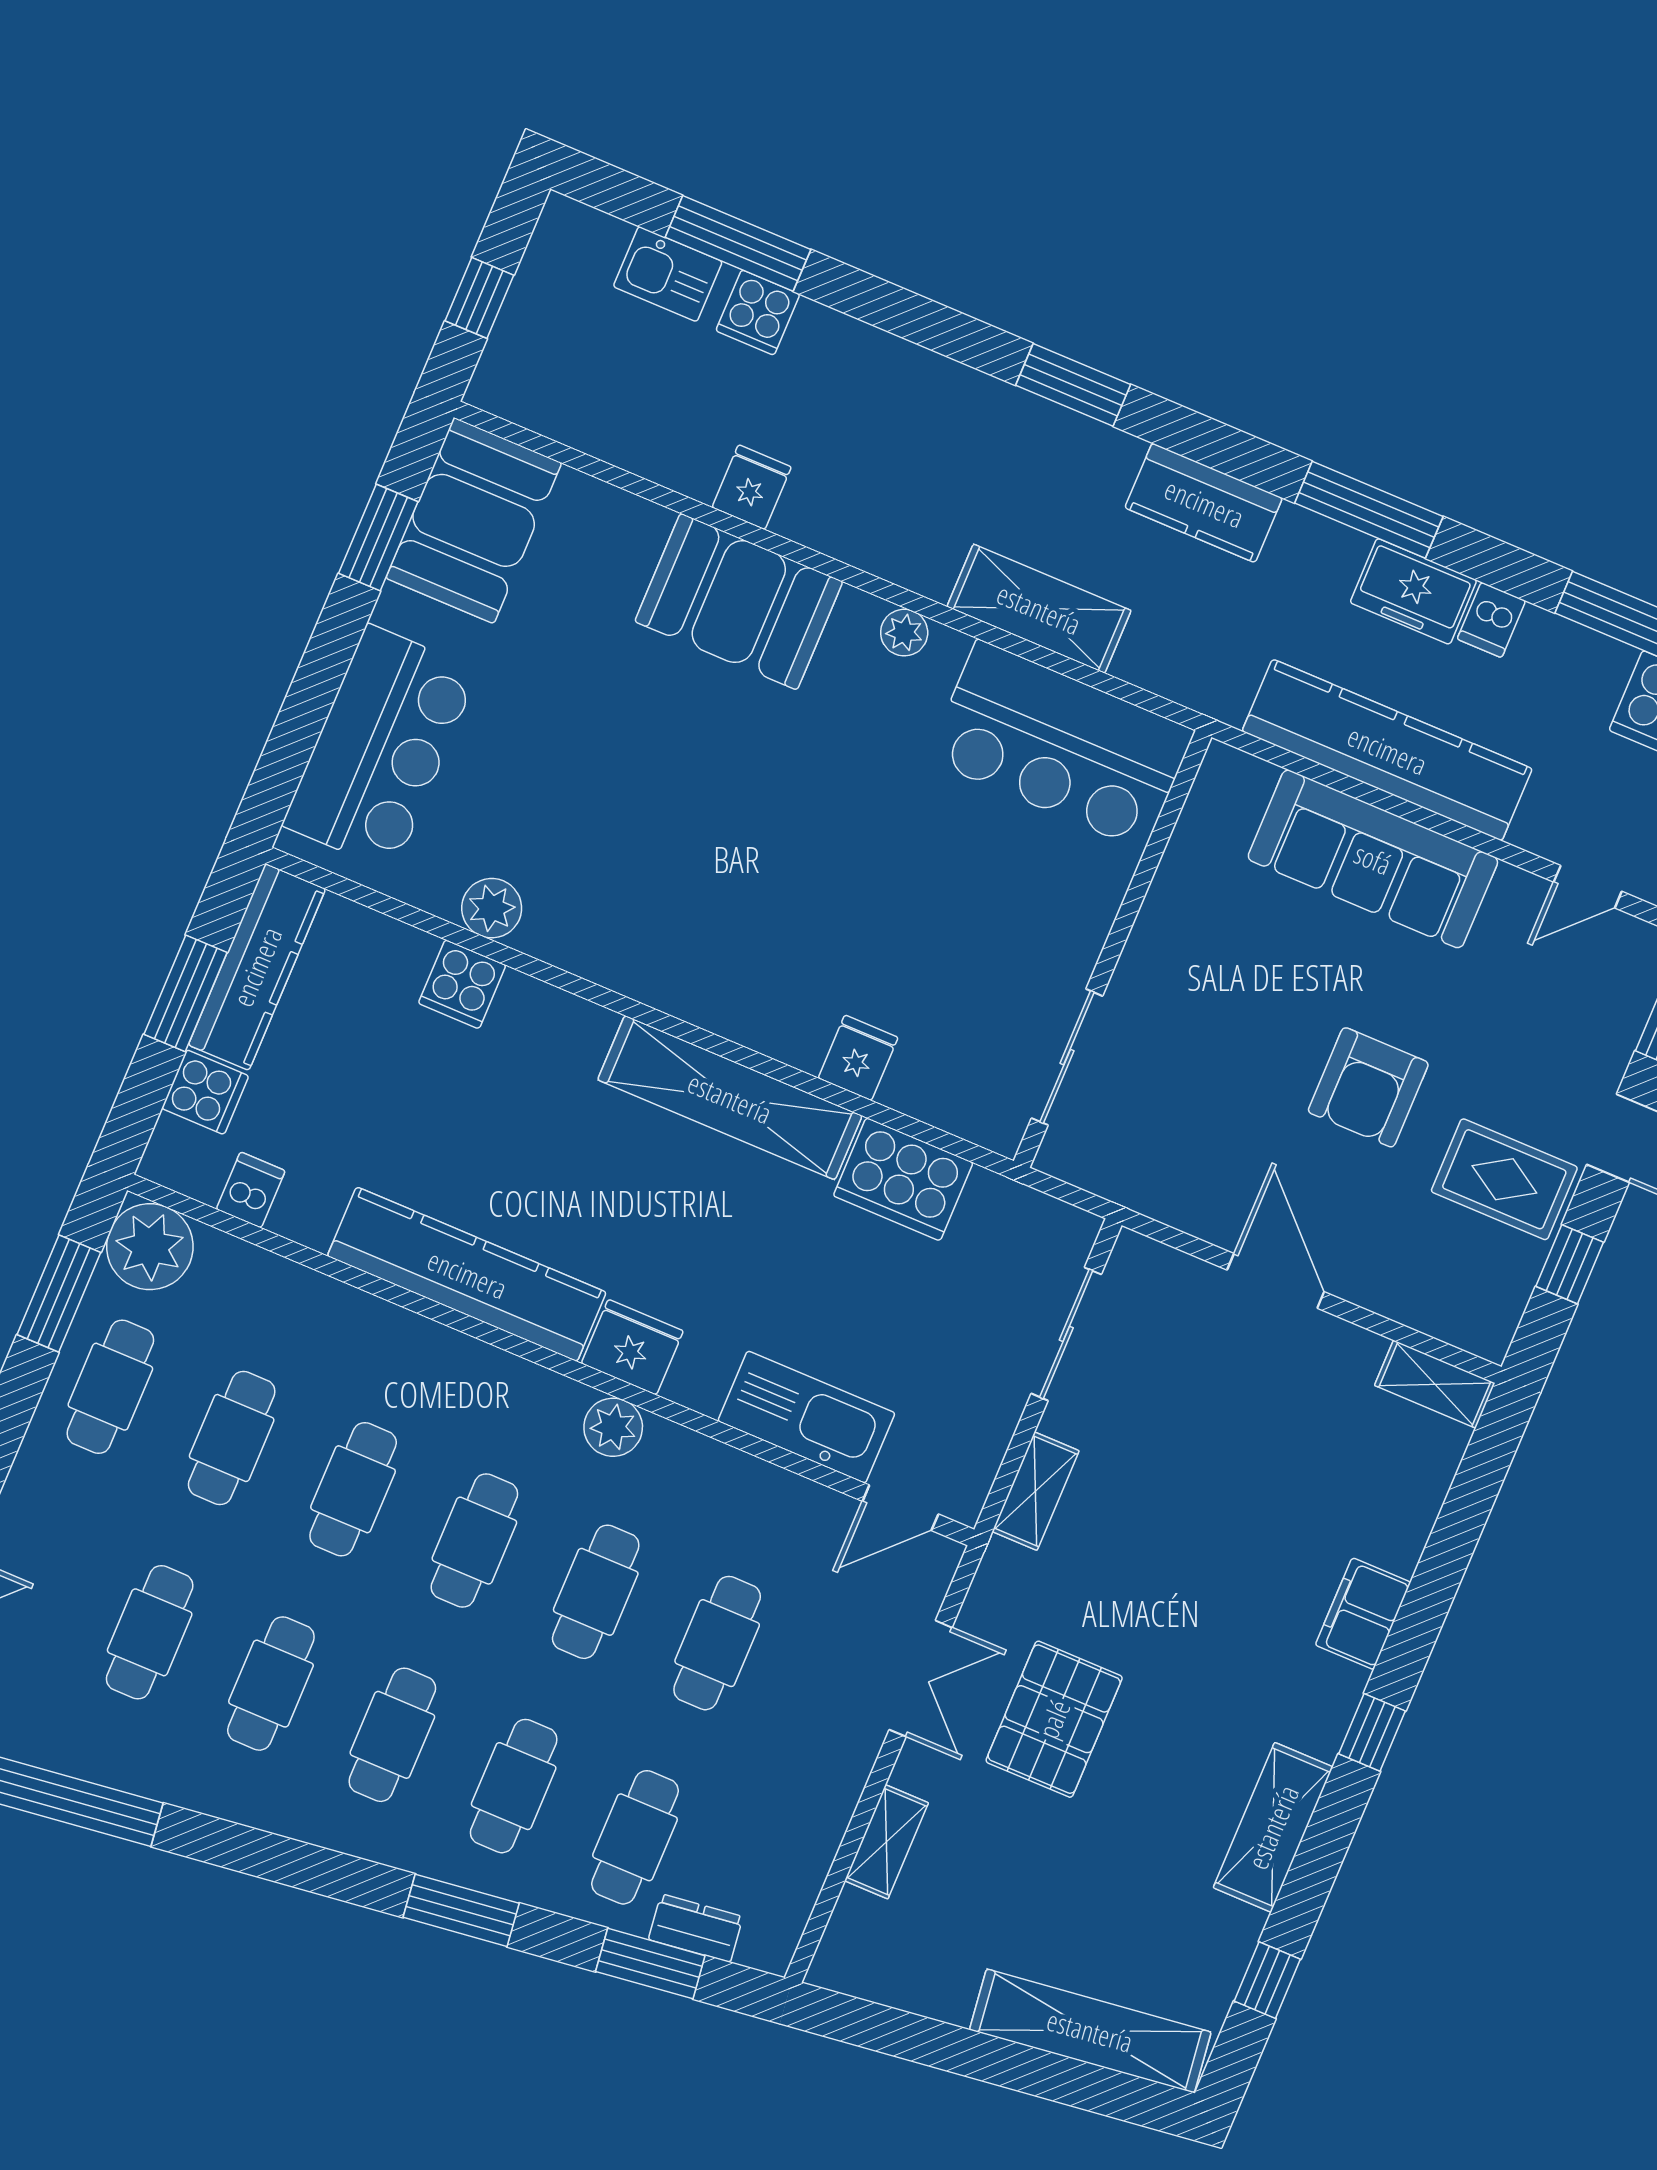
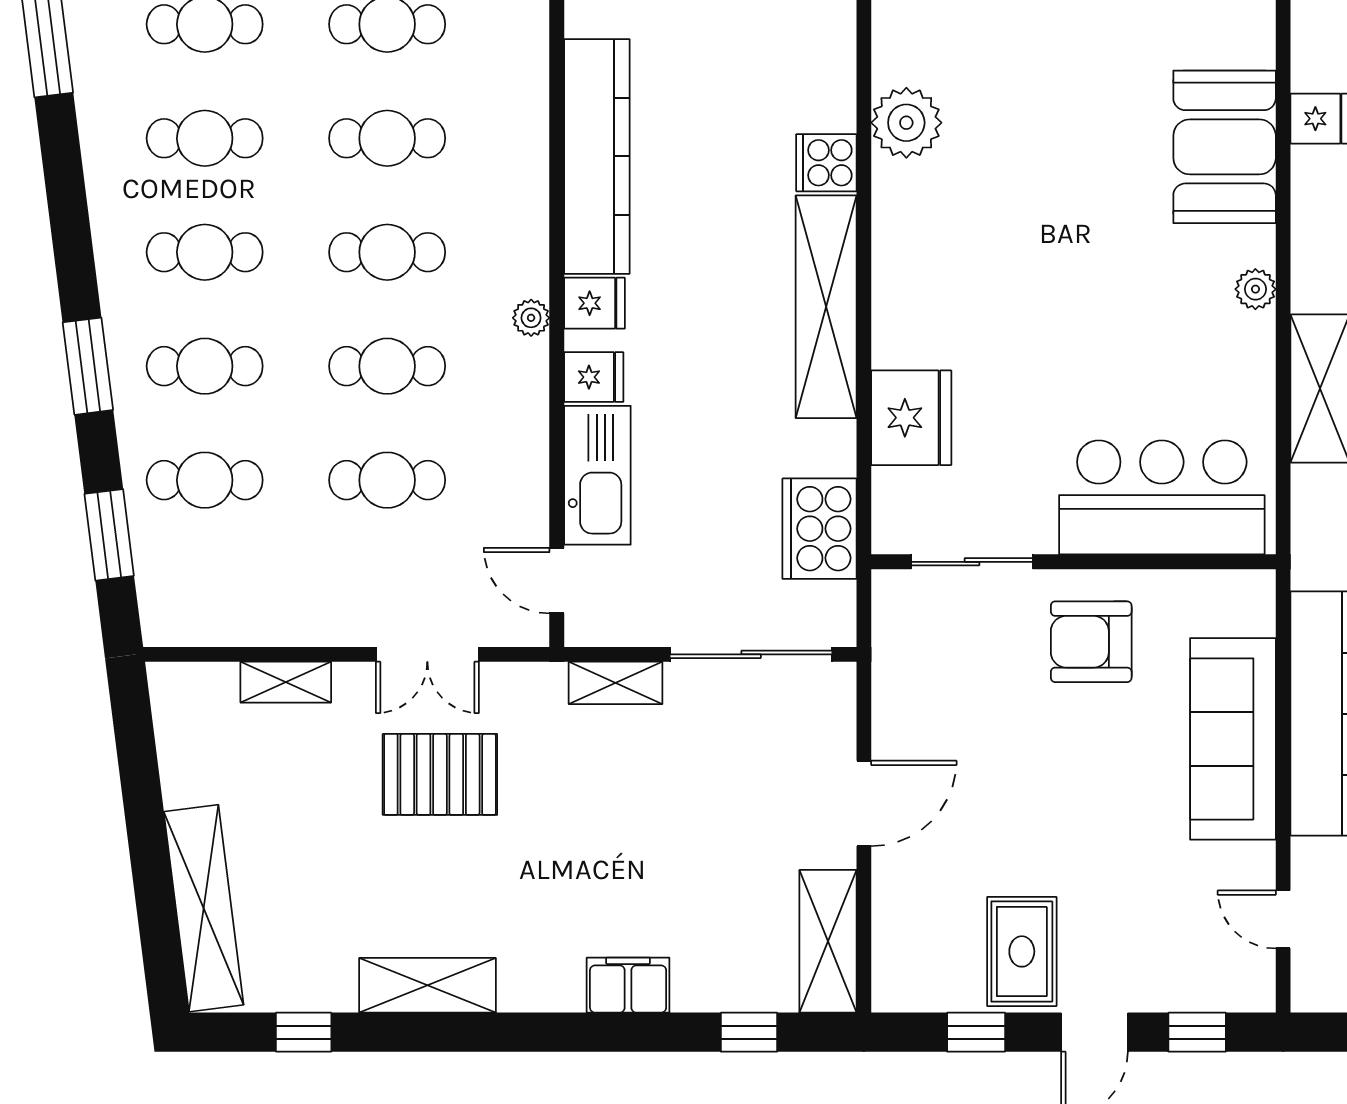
bar counter: (1061, 745) -> (1162, 497), moved, turned 90
plant: (492, 908) -> (906, 123), moved, width x1.36, depth x1.36
cooker: (462, 984) -> (826, 163), moved
fridge: (858, 1058) -> (911, 418), width x1.88, depth x1.34
armchair: (1368, 1087) -> (1091, 642), moved
cooker: (903, 1179) -> (819, 529), moved
sliding door: (1066, 1334) -> (751, 654), width x1.37
fridge: (632, 1347) -> (594, 303), width x0.72
fridge: (700, 1377) -> (594, 377), added
shelving: (1435, 1384) -> (828, 941), width x1.50, depth x1.33
plant: (613, 1427) -> (531, 318), width x0.73, depth x0.73
window: (1372, 1732) -> (749, 1032), moved
dresser: (696, 1928) -> (153, 559), removed

